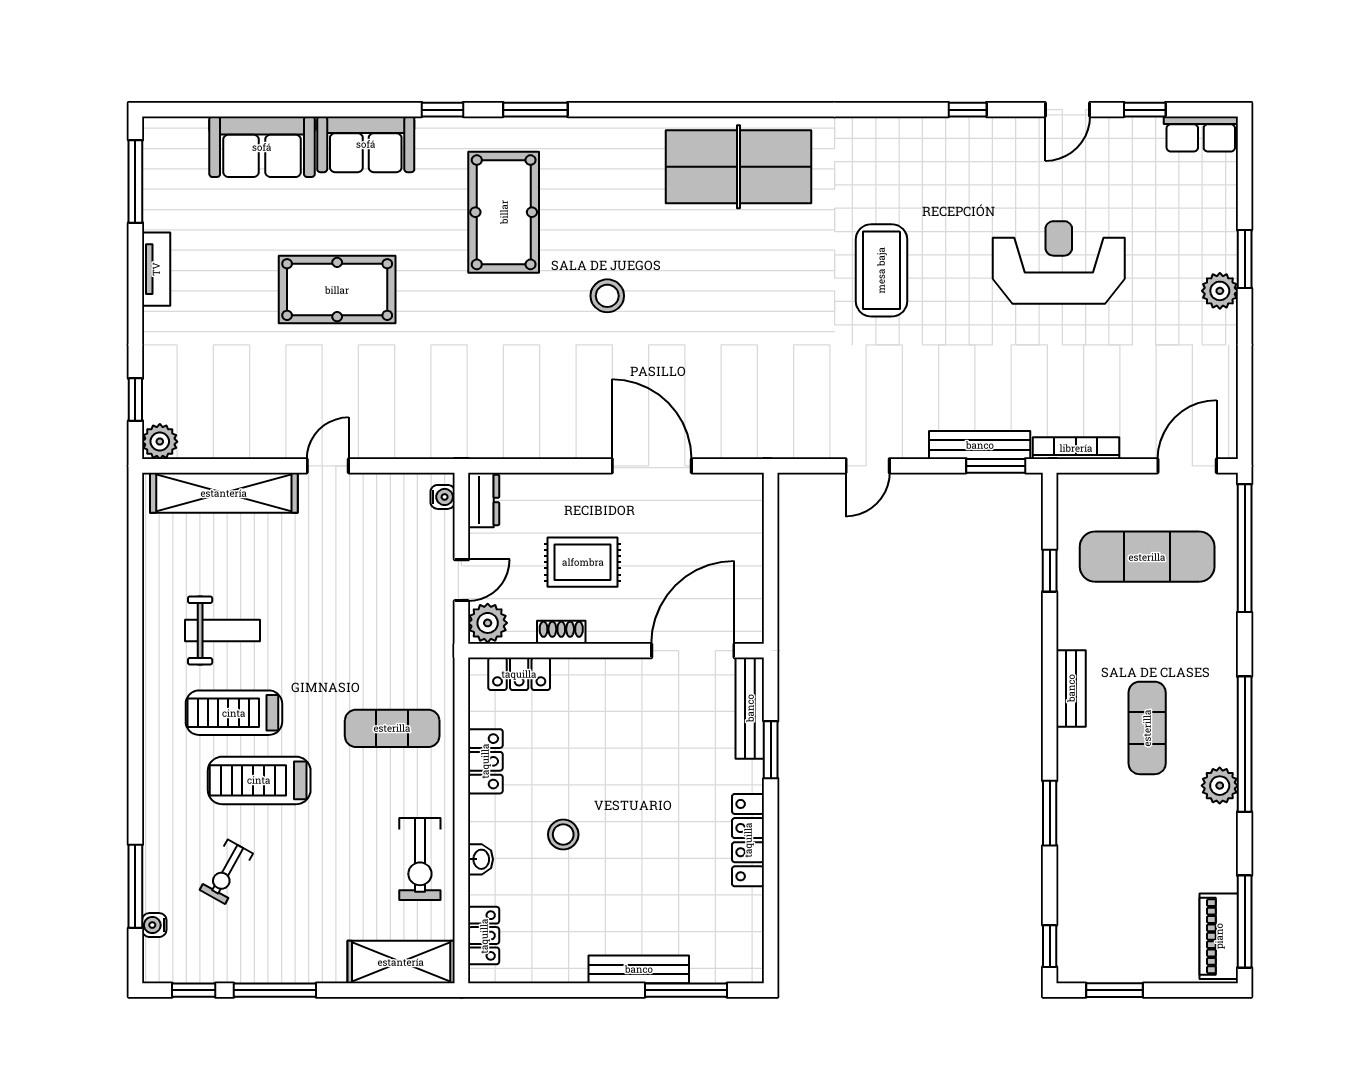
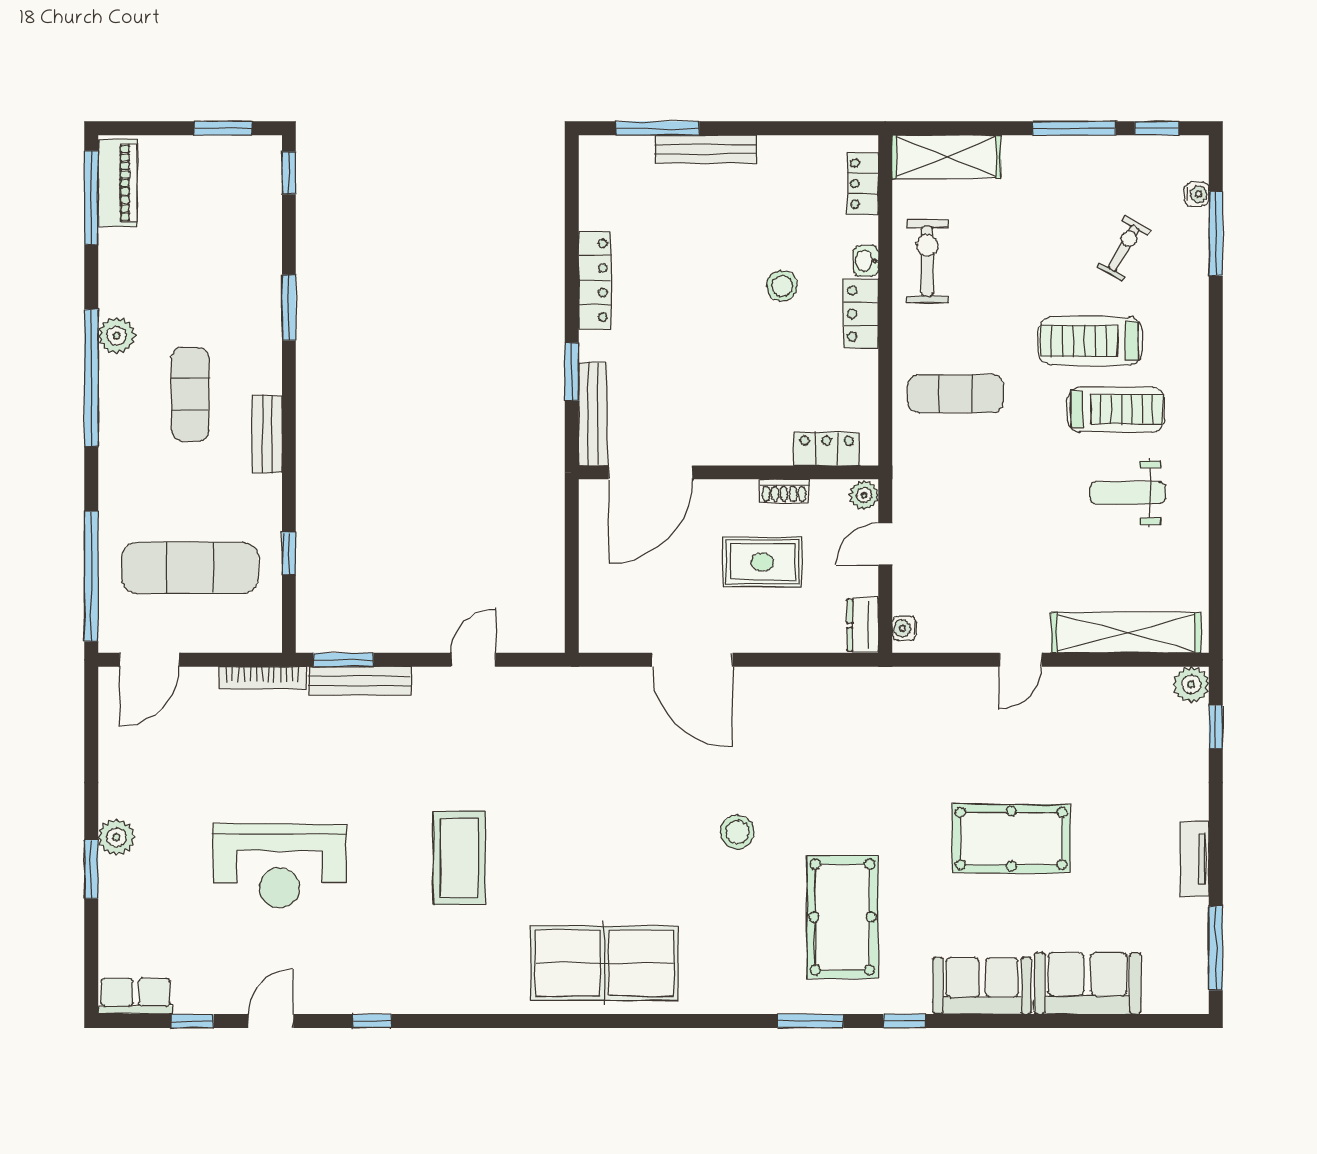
plant: (488, 623) -> (864, 495), width x0.73, depth x0.73
locker: (485, 761) -> (861, 314), moved
treadmill: (259, 780) -> (1090, 341), turned 180

